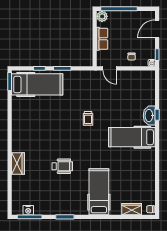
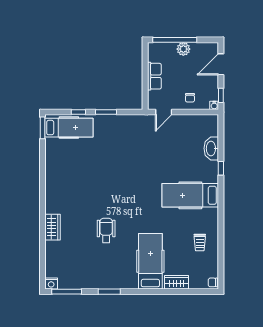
plant: (102, 16) -> (183, 49), moved
door: (110, 68) -> (164, 112), hinge flipped
hospital bed: (37, 84) -> (69, 128), width x0.73, depth x0.78
washbasin: (149, 116) -> (211, 148), moved
trolley: (88, 118) -> (200, 242), moved
wheelchair: (62, 166) -> (106, 230), turned -90
wardrobe: (132, 209) -> (177, 282), moved
nightstand: (28, 210) -> (51, 284), moved

